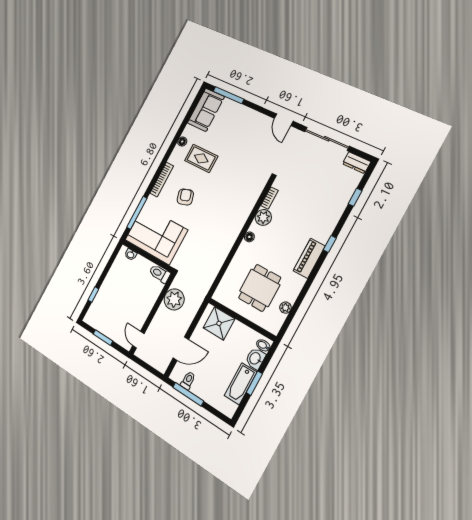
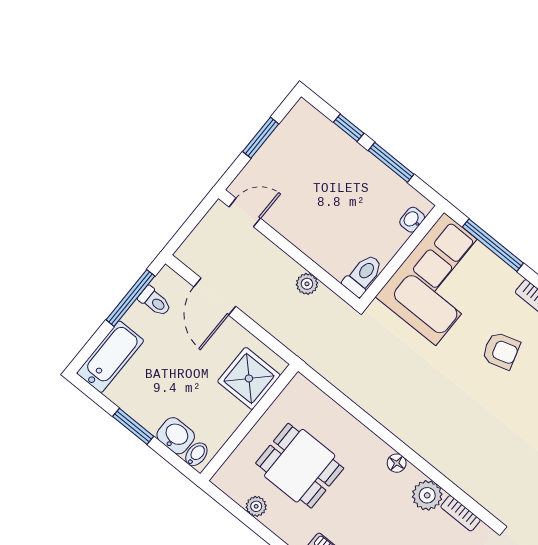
window: (106, 270) -> (391, 162), added
plant: (174, 299) -> (307, 284), width x0.53, depth x0.53
bathtub: (241, 384) -> (110, 357), moved, turned 90

